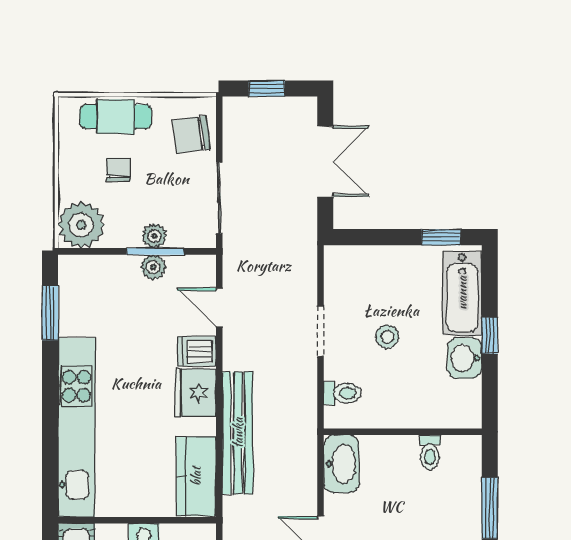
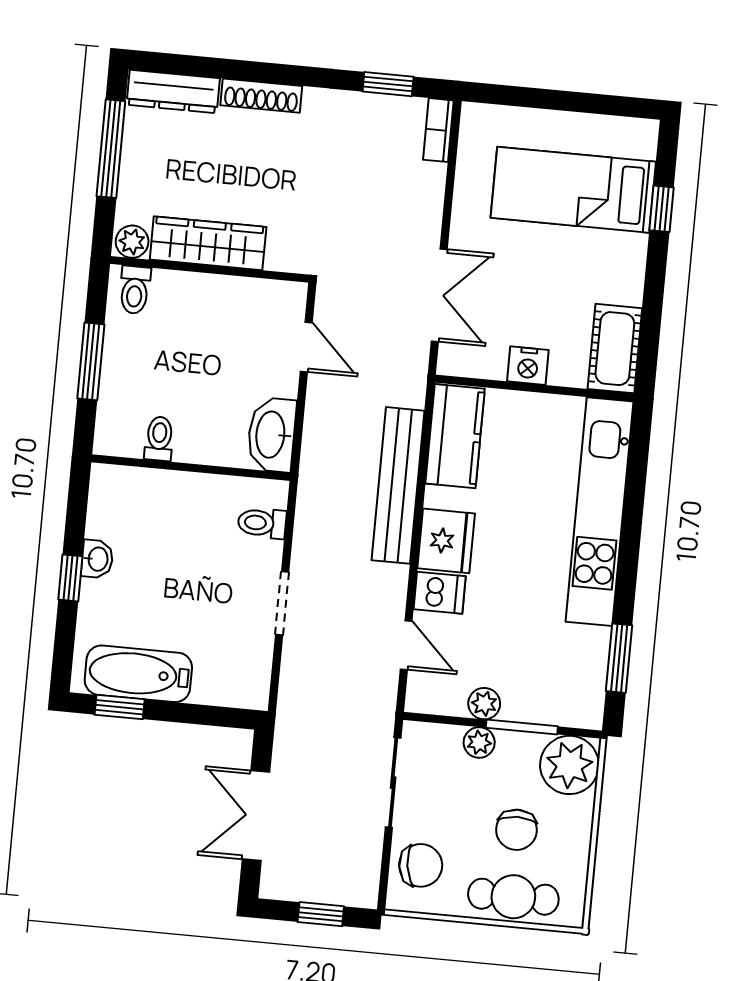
chair: (118, 170) -> (516, 830), width x1.37, depth x1.37
window: (155, 251) -> (522, 727), moved
bathtub: (462, 293) -> (138, 674), moved, turned -90
stool: (387, 337) -> (199, 589), removed
washbasin: (465, 358) -> (97, 559), width x0.72, depth x0.69

